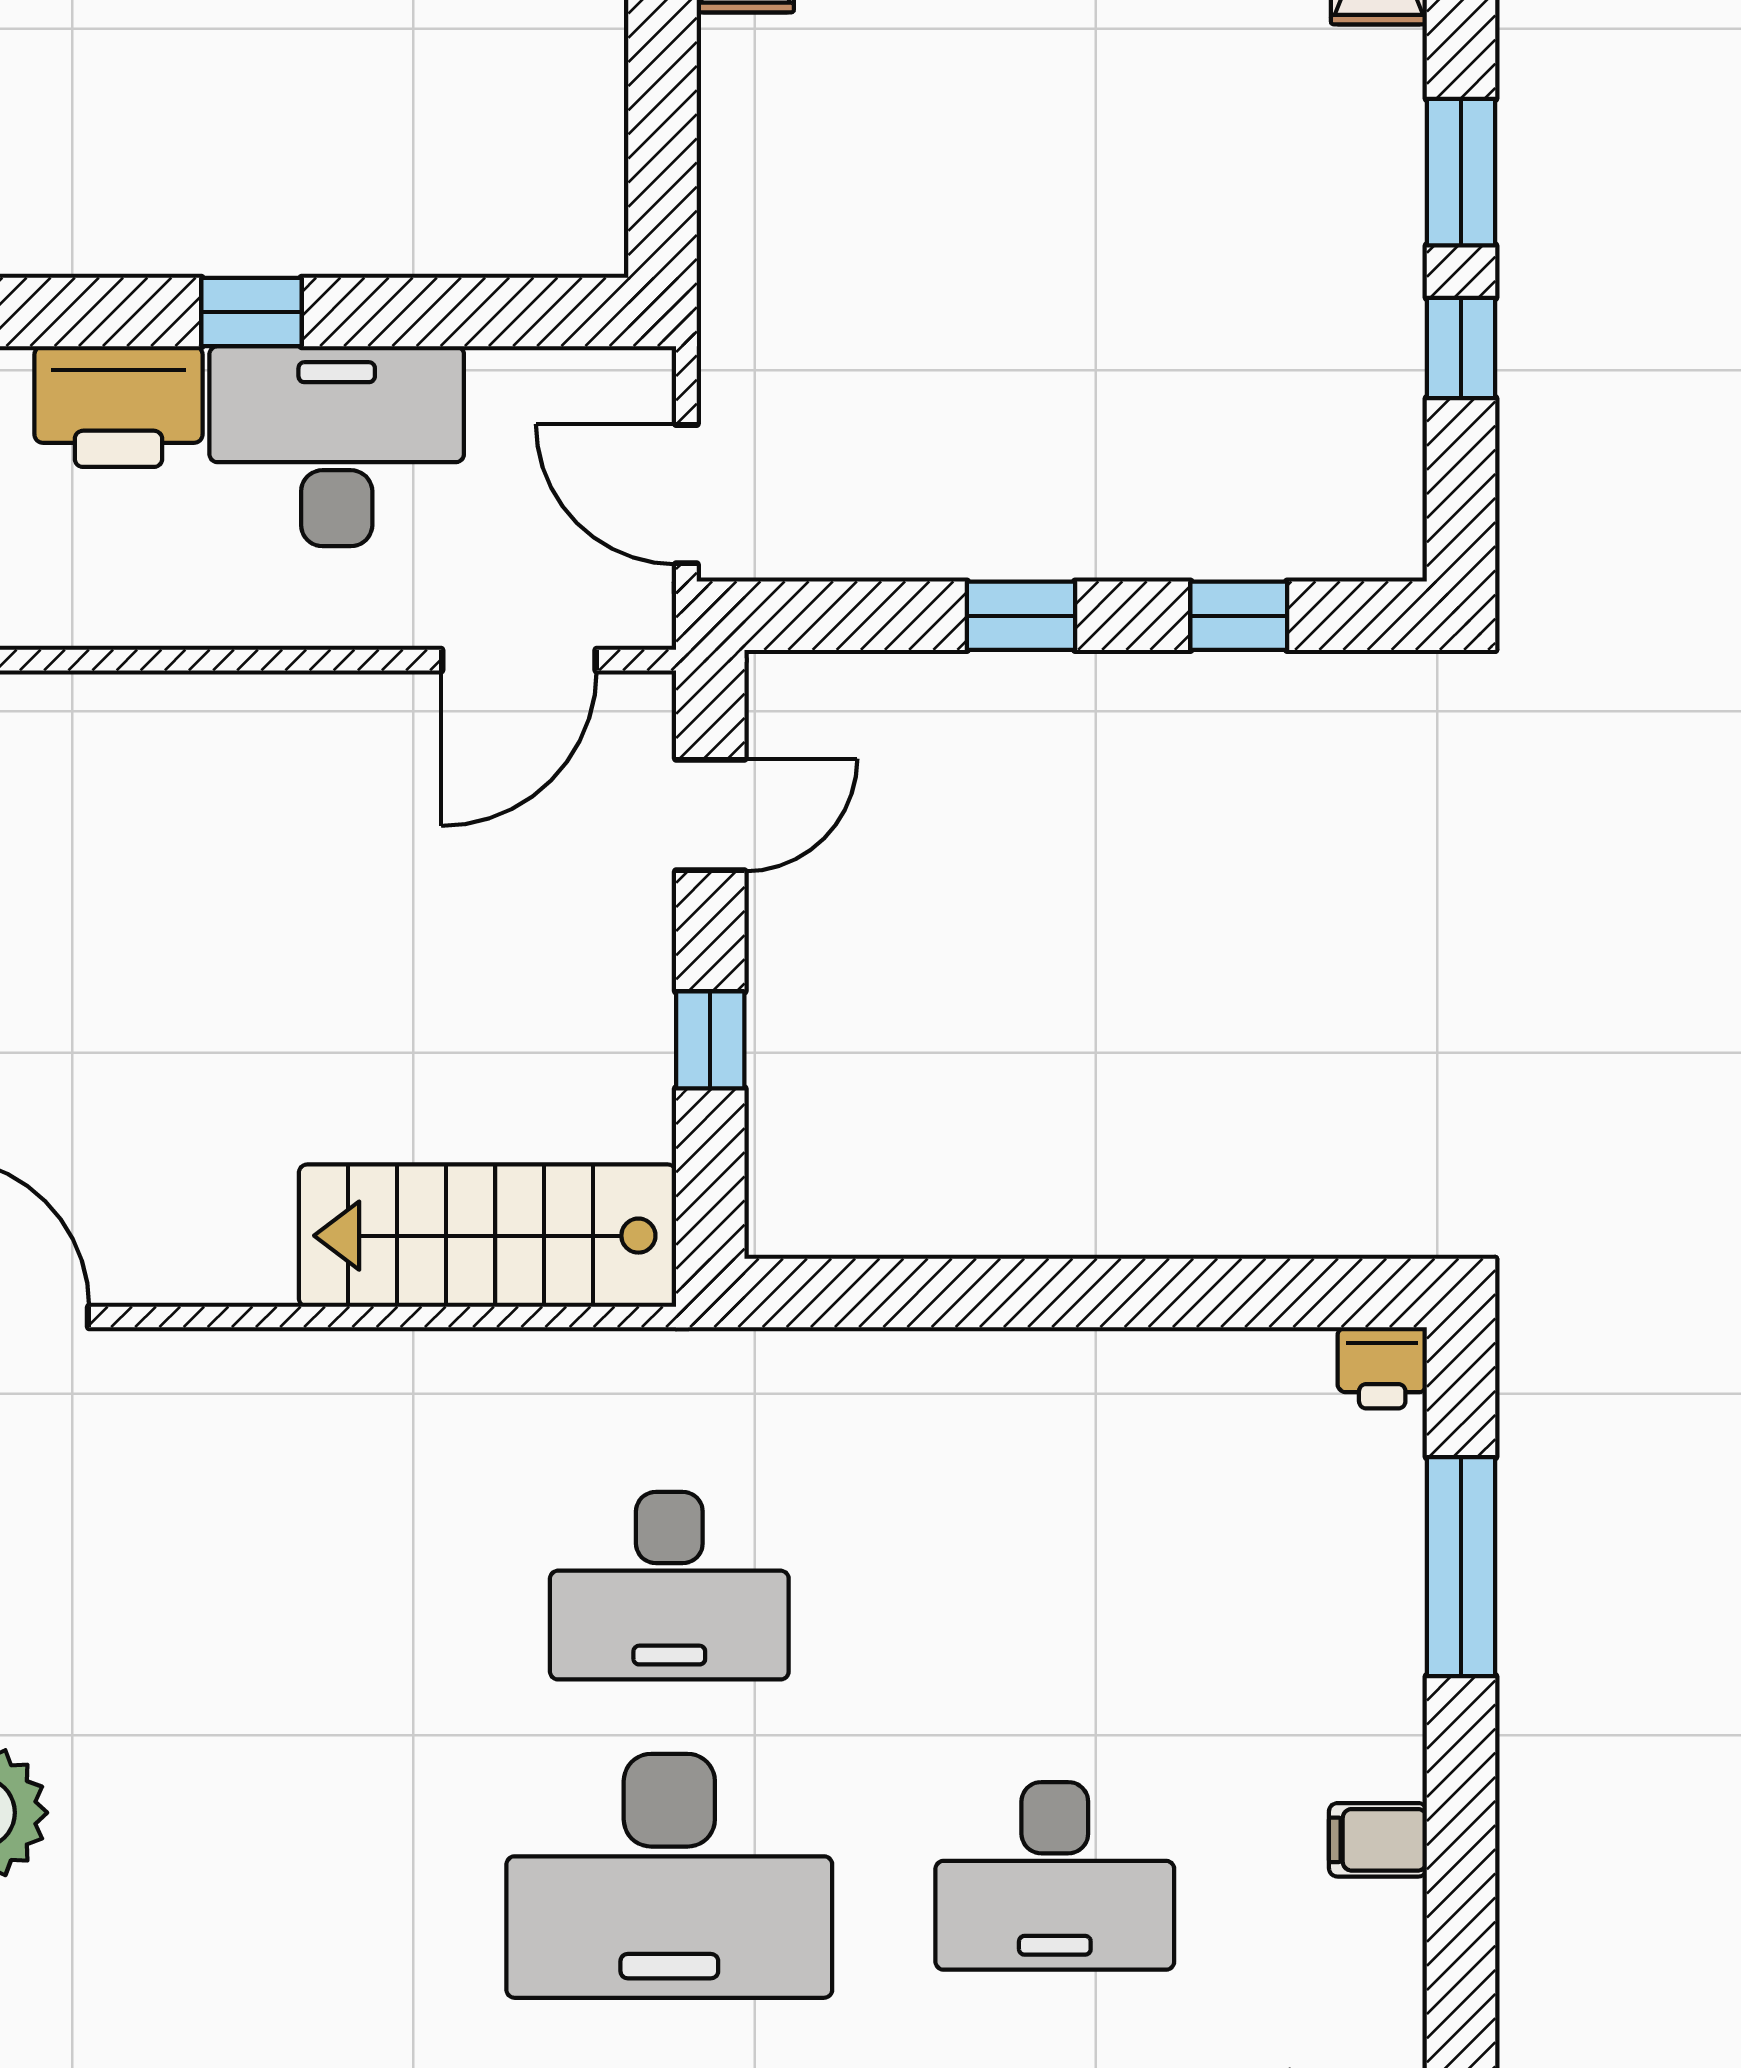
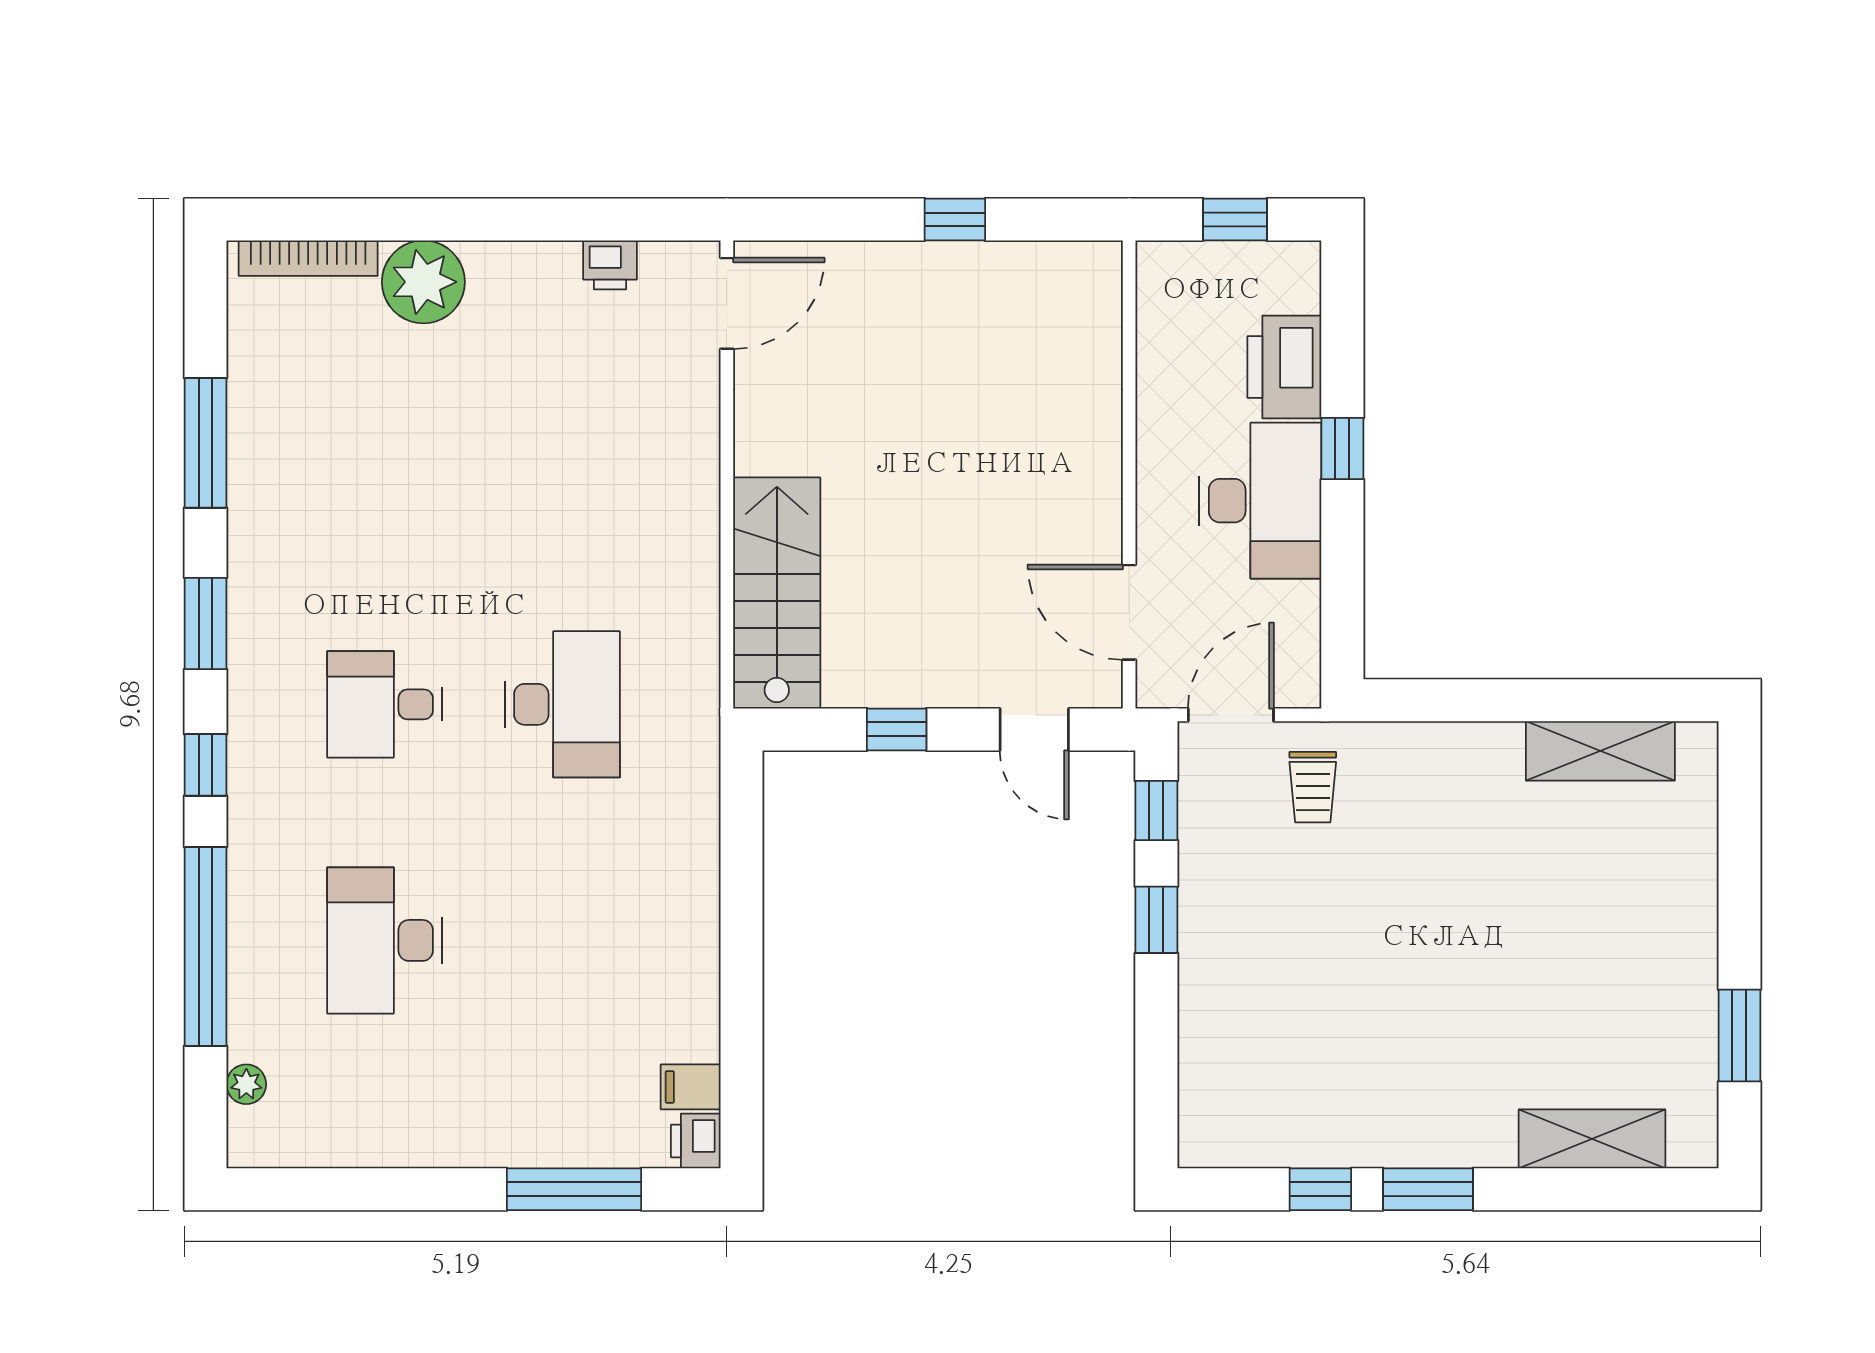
trolley: (805, 360) -> (1313, 787), added
window: (1239, 616) -> (1156, 810), moved
desk: (669, 1586) -> (562, 704), turned 180
filing cabinet: (1378, 1840) -> (691, 1087), moved, turned -90
desk: (669, 1876) -> (385, 704), width x0.53, depth x0.77

